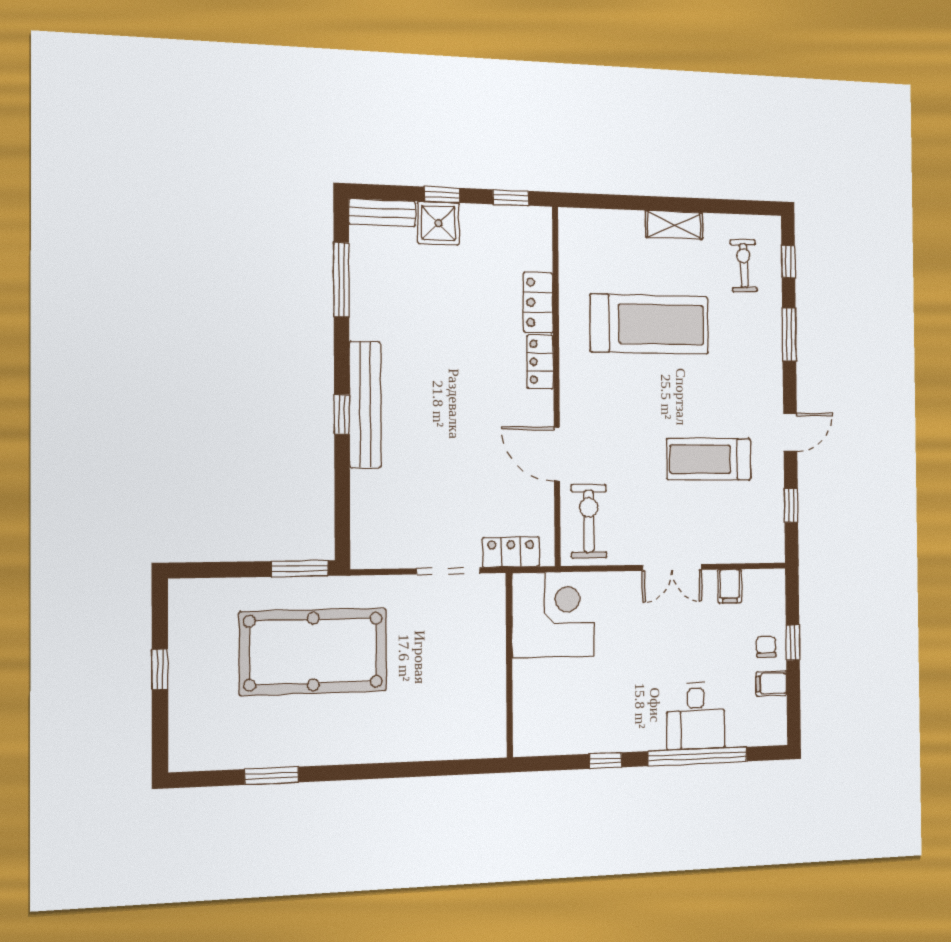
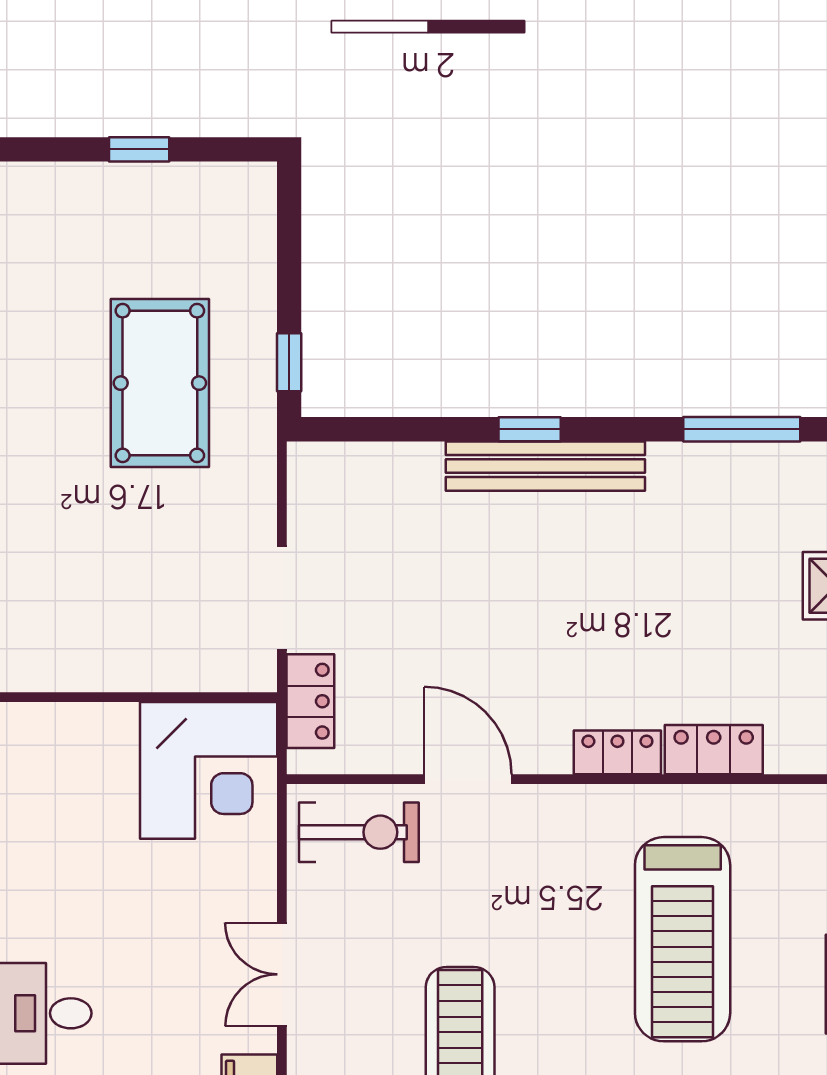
door: (557, 454) -> (468, 779), hinge flipped
window: (300, 569) -> (289, 362), width x0.67
pool table: (313, 652) -> (160, 383), width x0.73, depth x0.76

